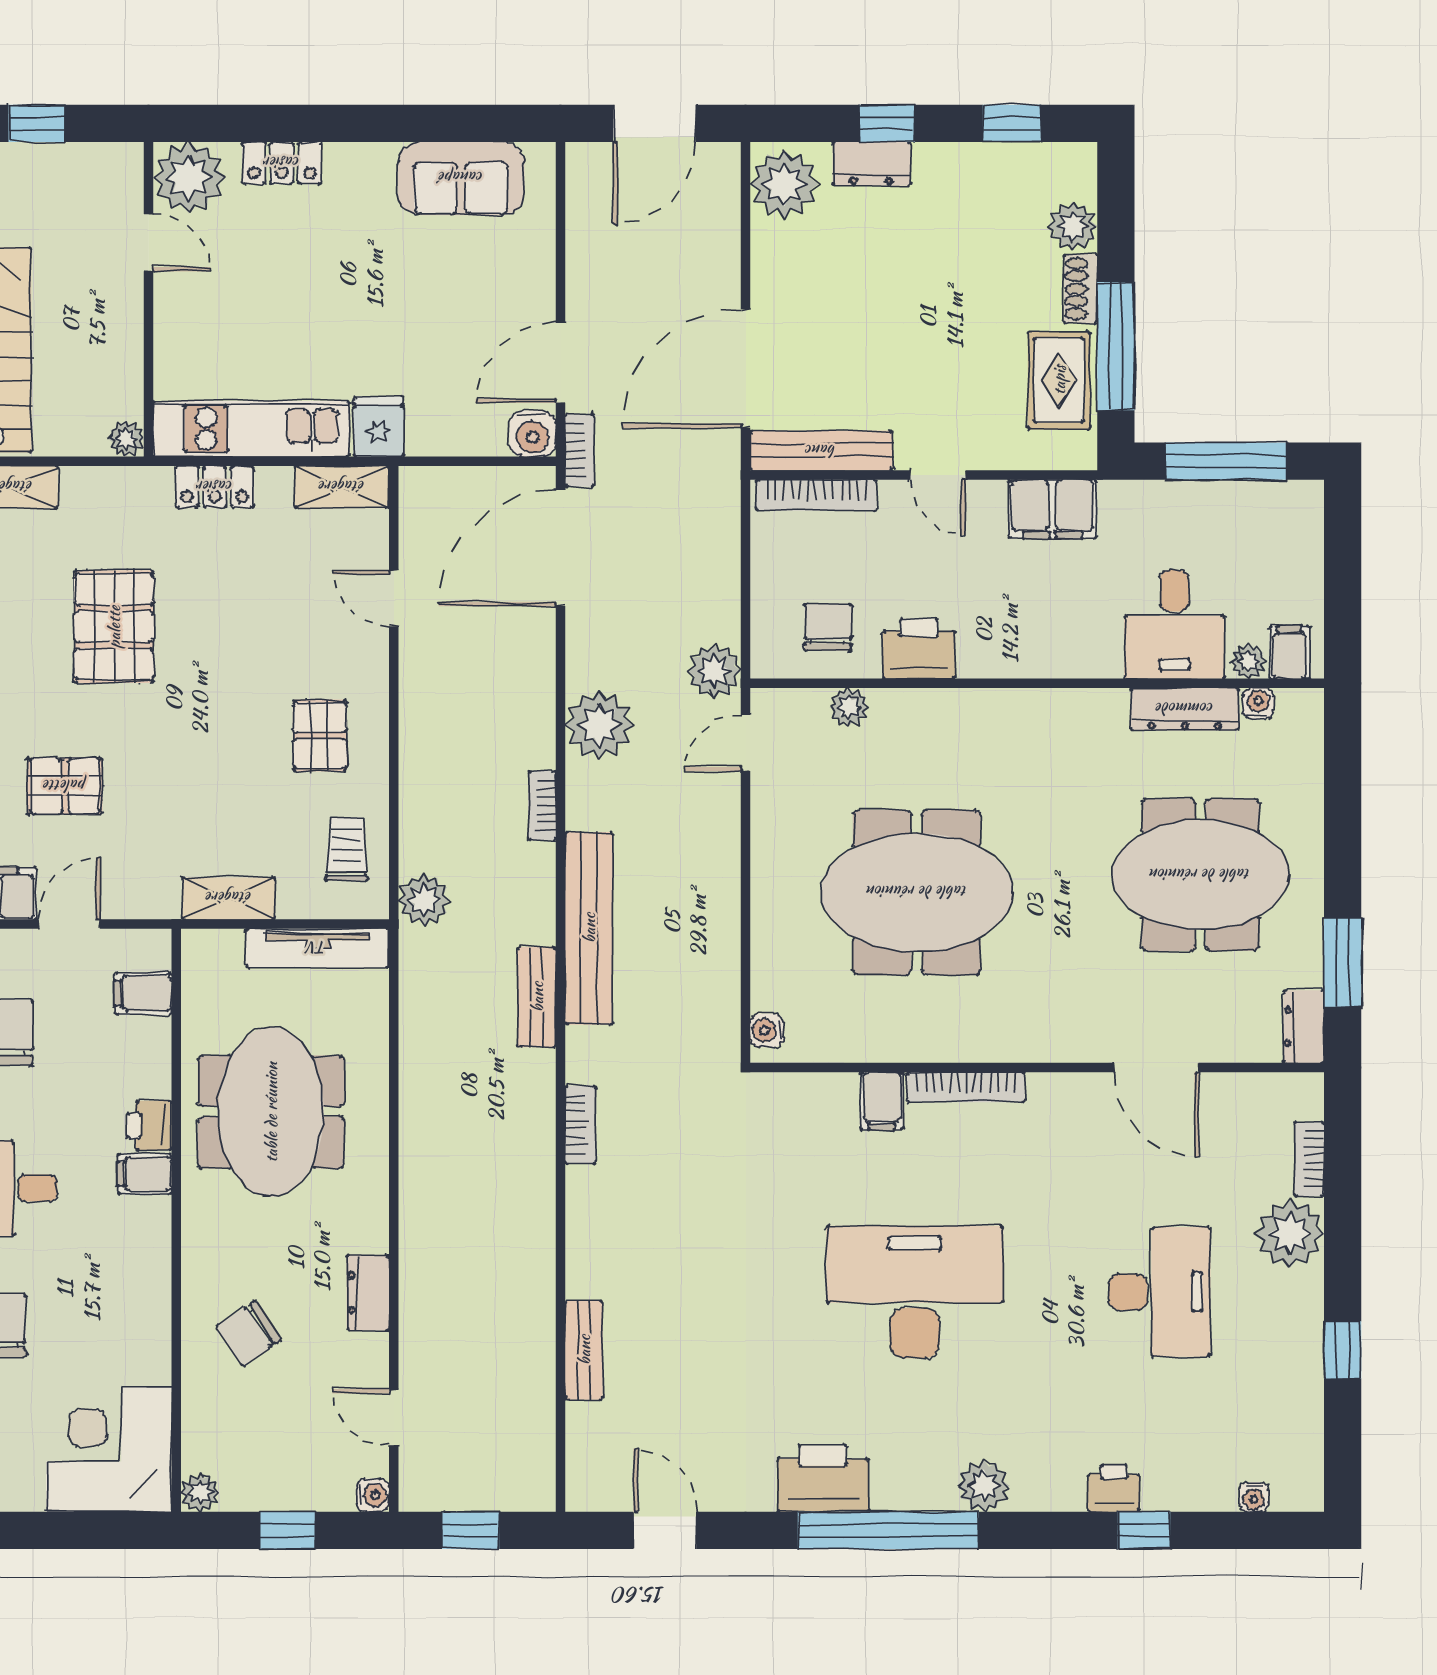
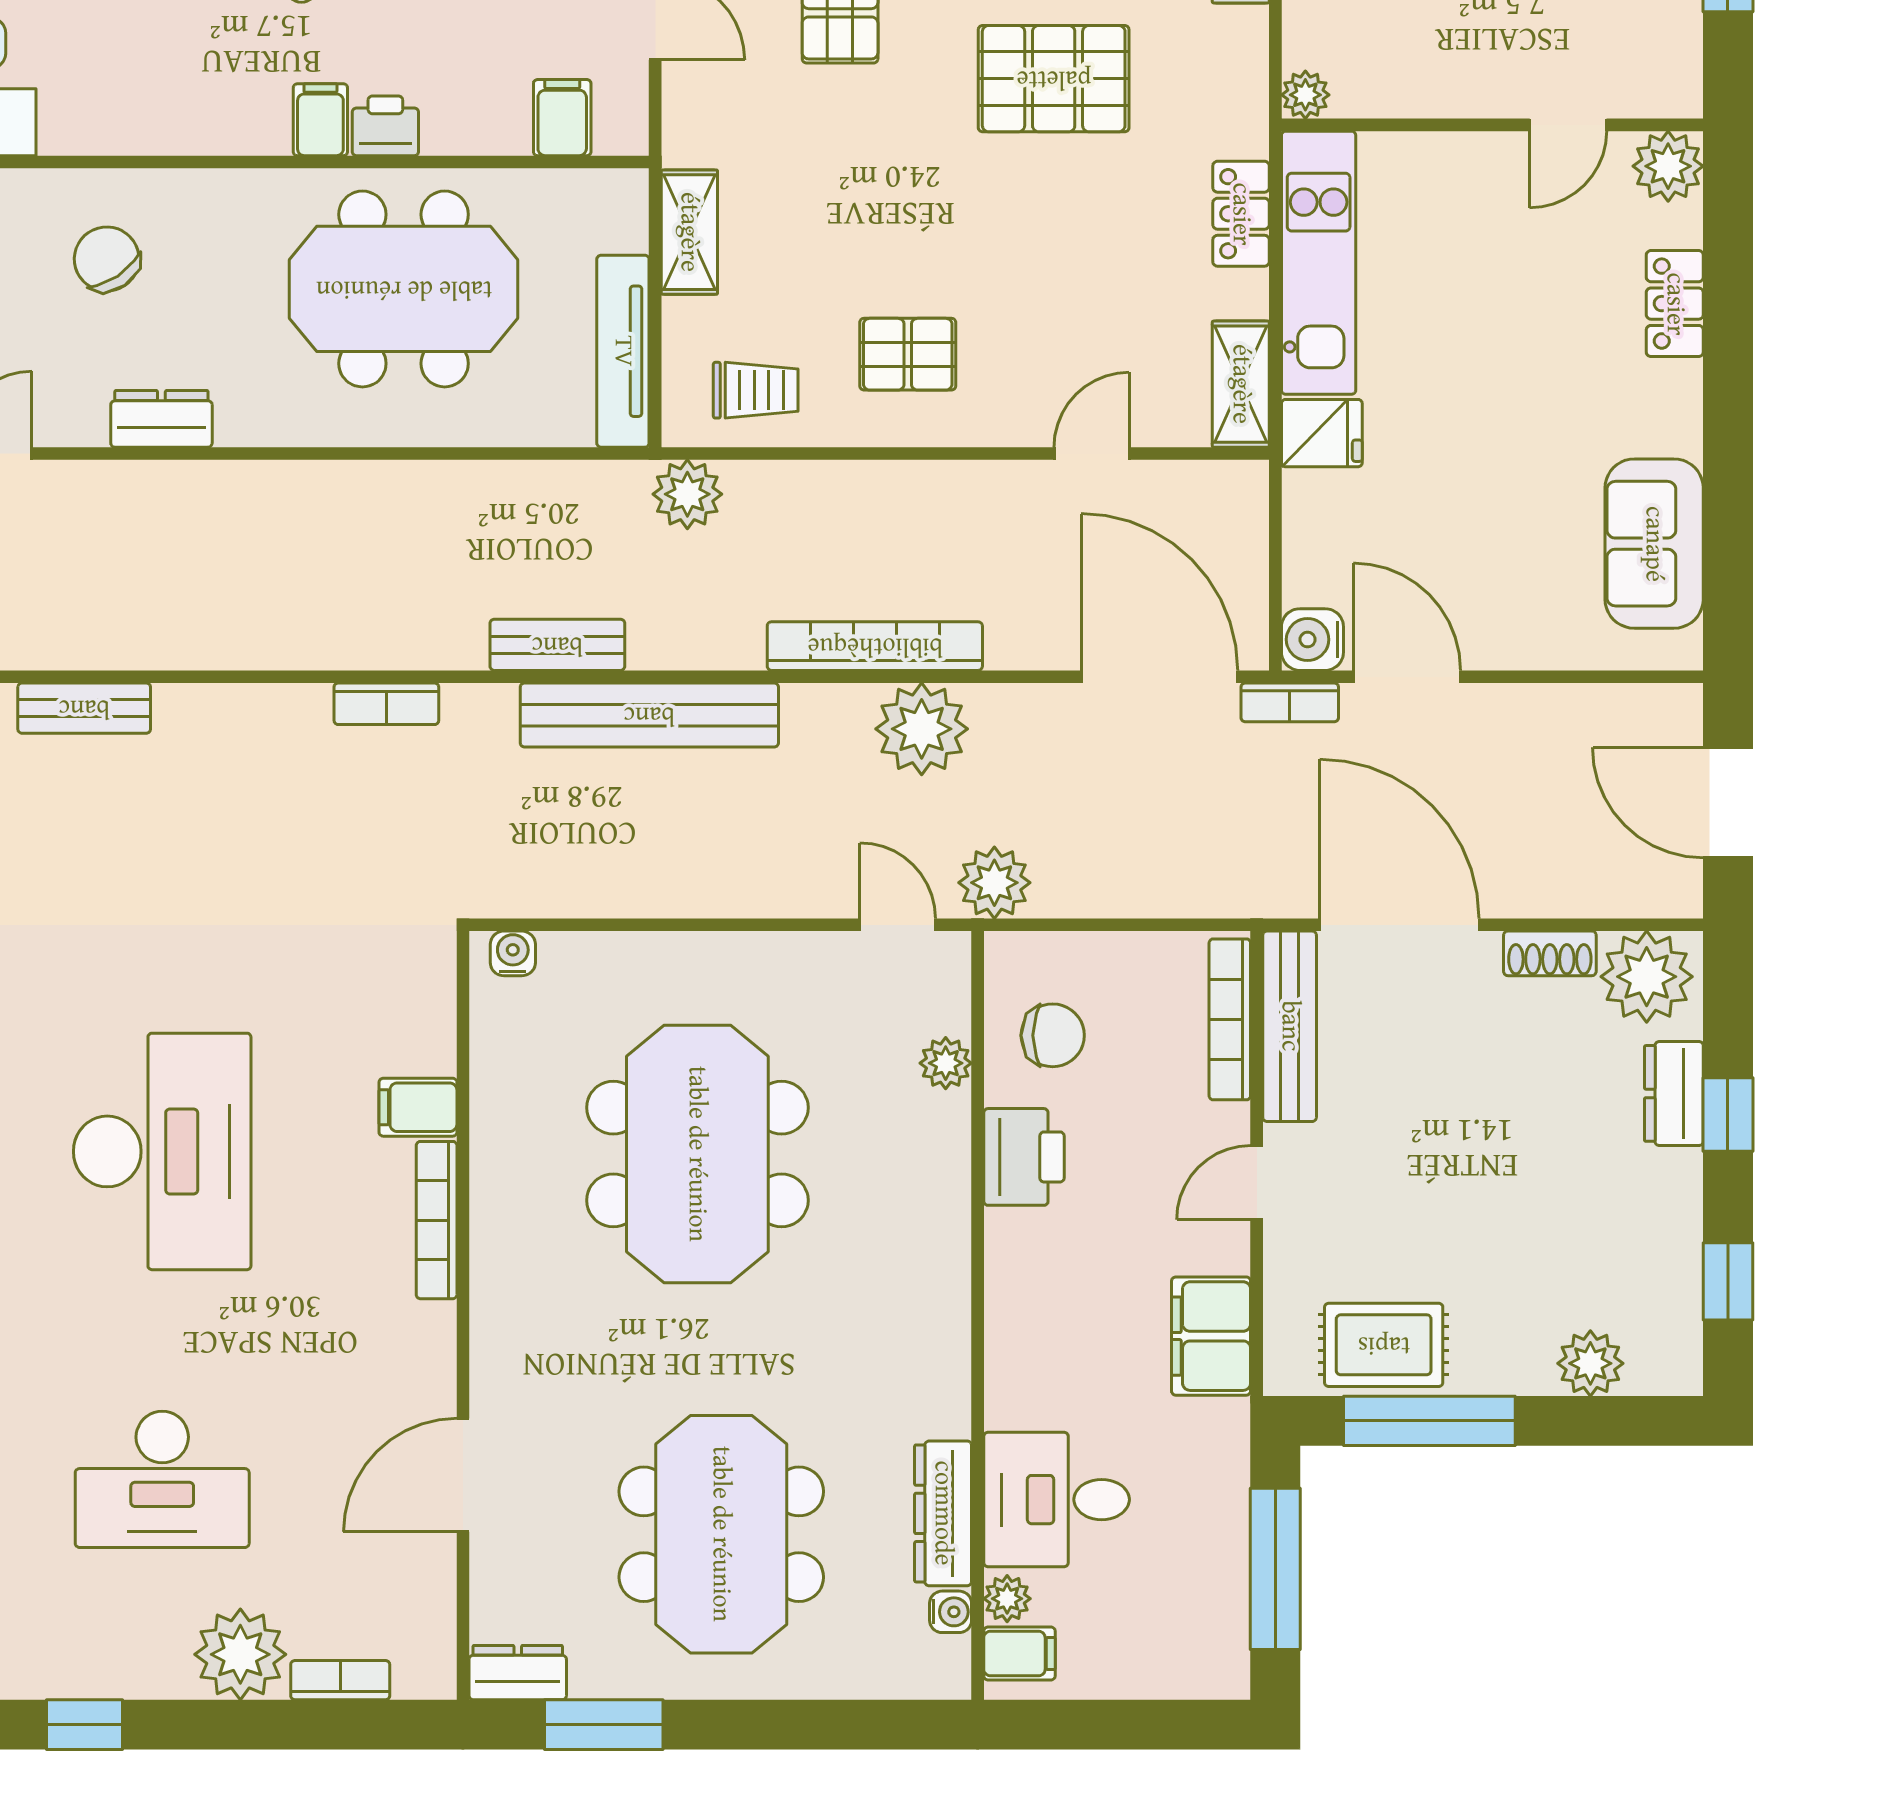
plant: (189, 178) -> (1668, 166), width x0.73, depth x0.73
shoe rack: (1081, 289) -> (1550, 953), moved, turned 180
bookcase: (542, 806) -> (875, 646), width x2.31, depth x1.31

